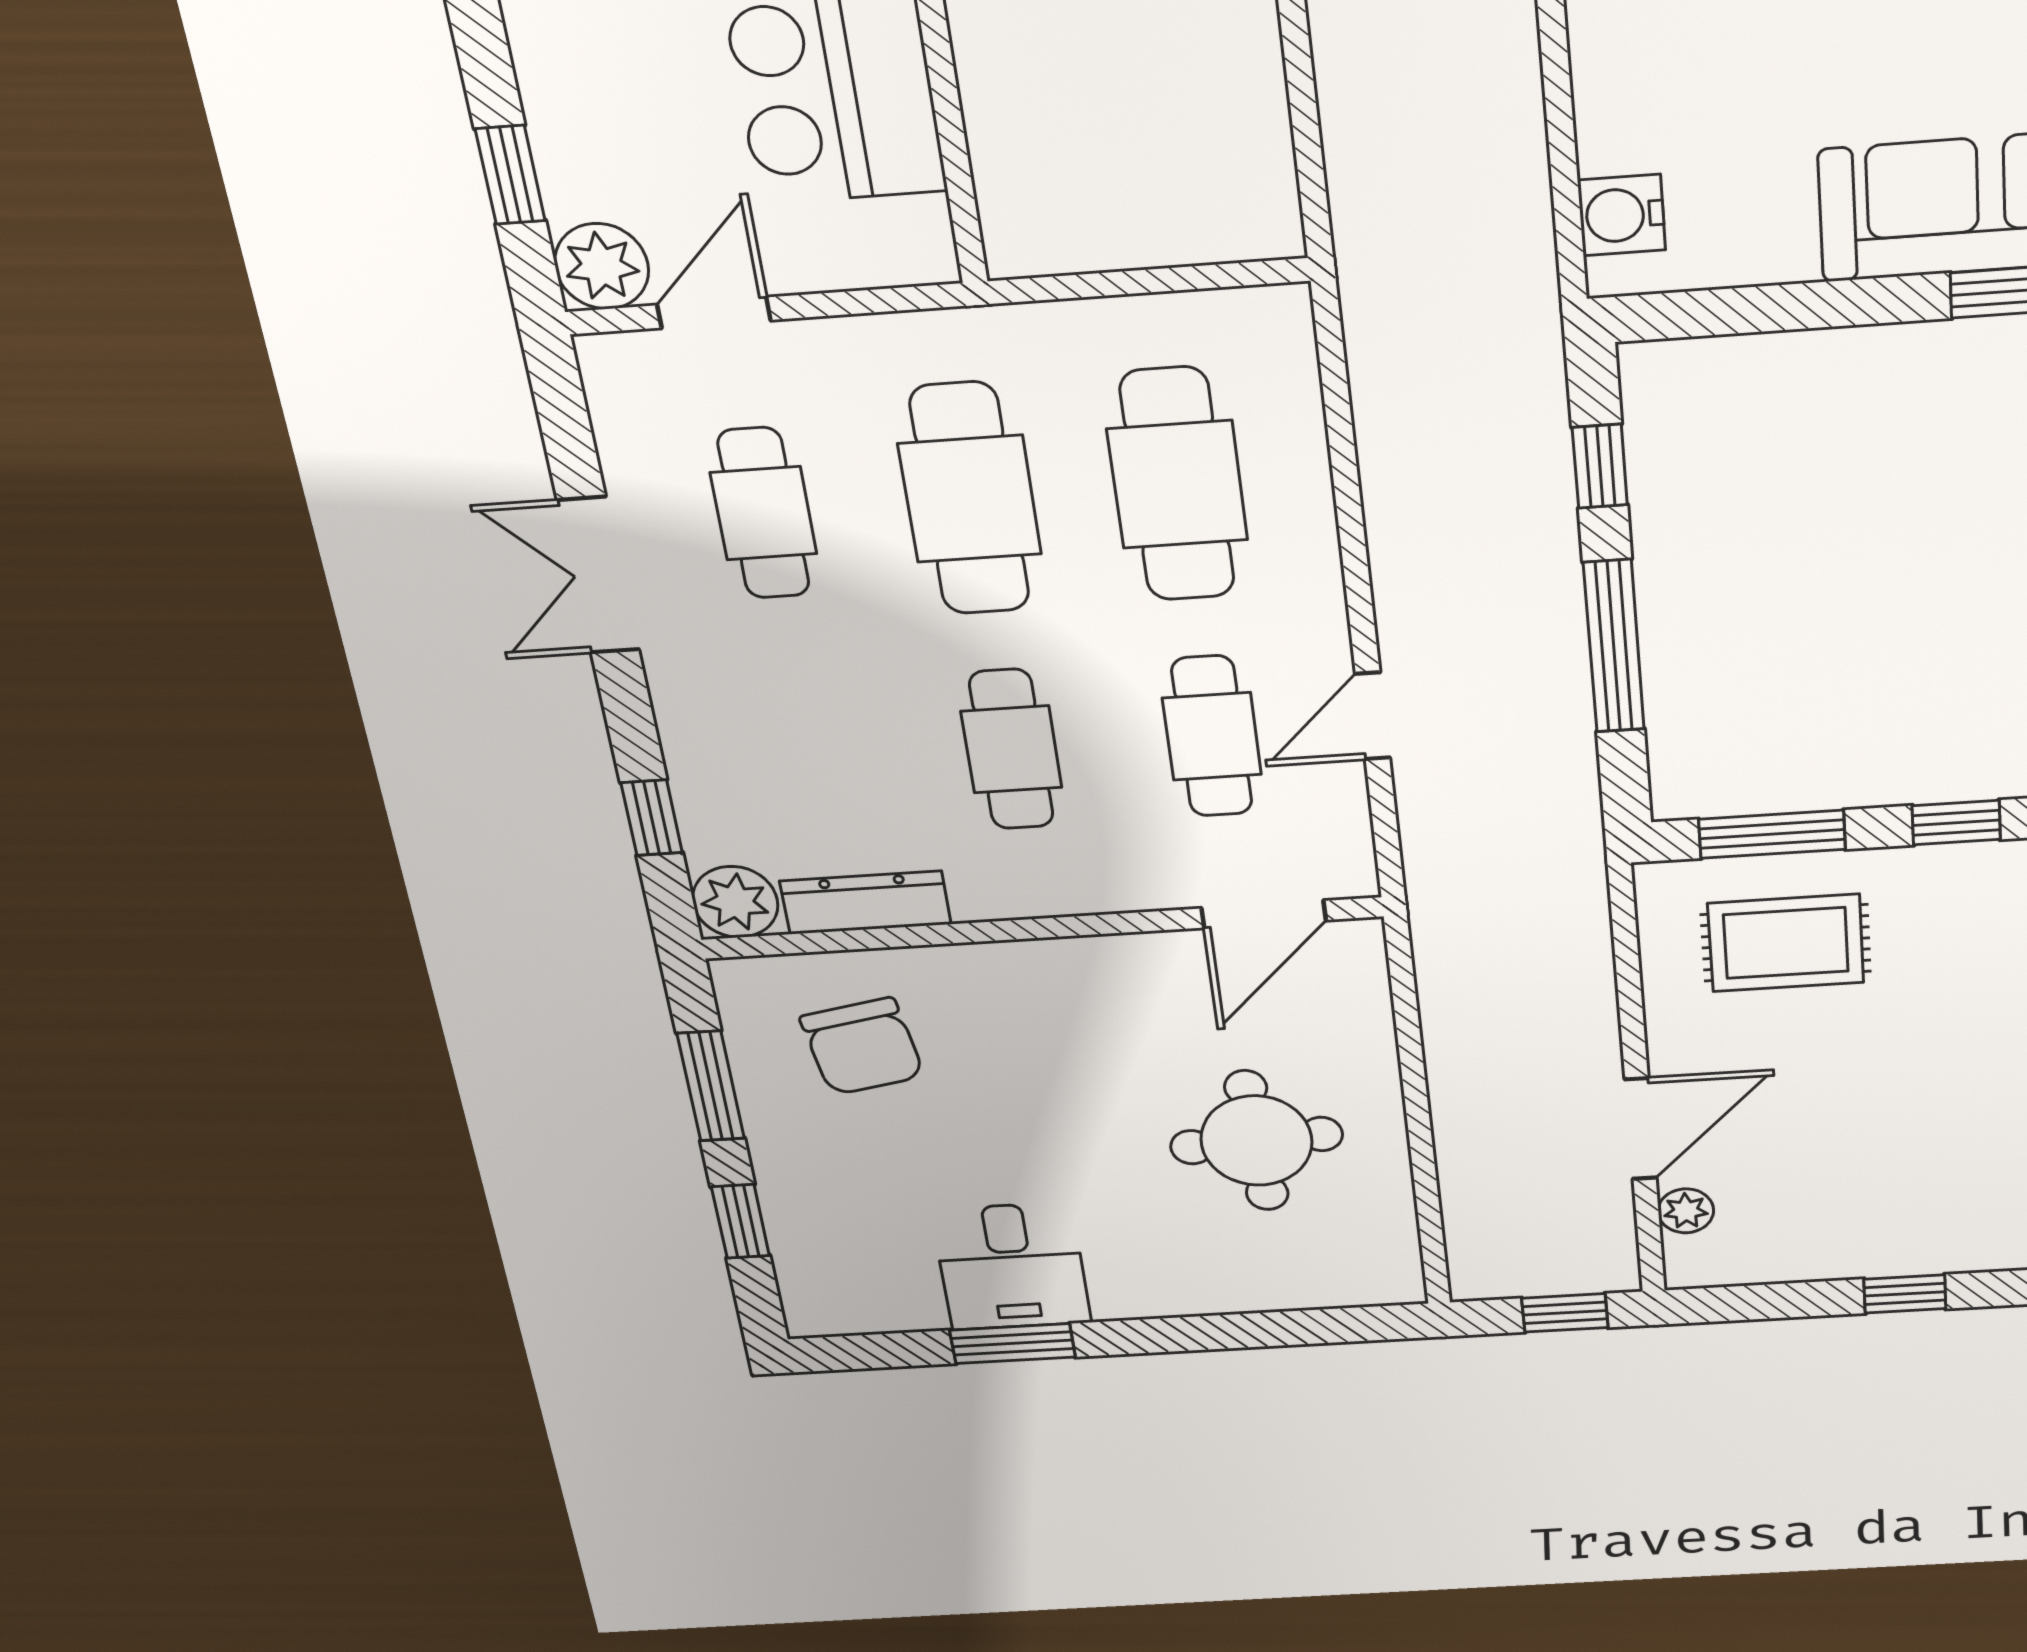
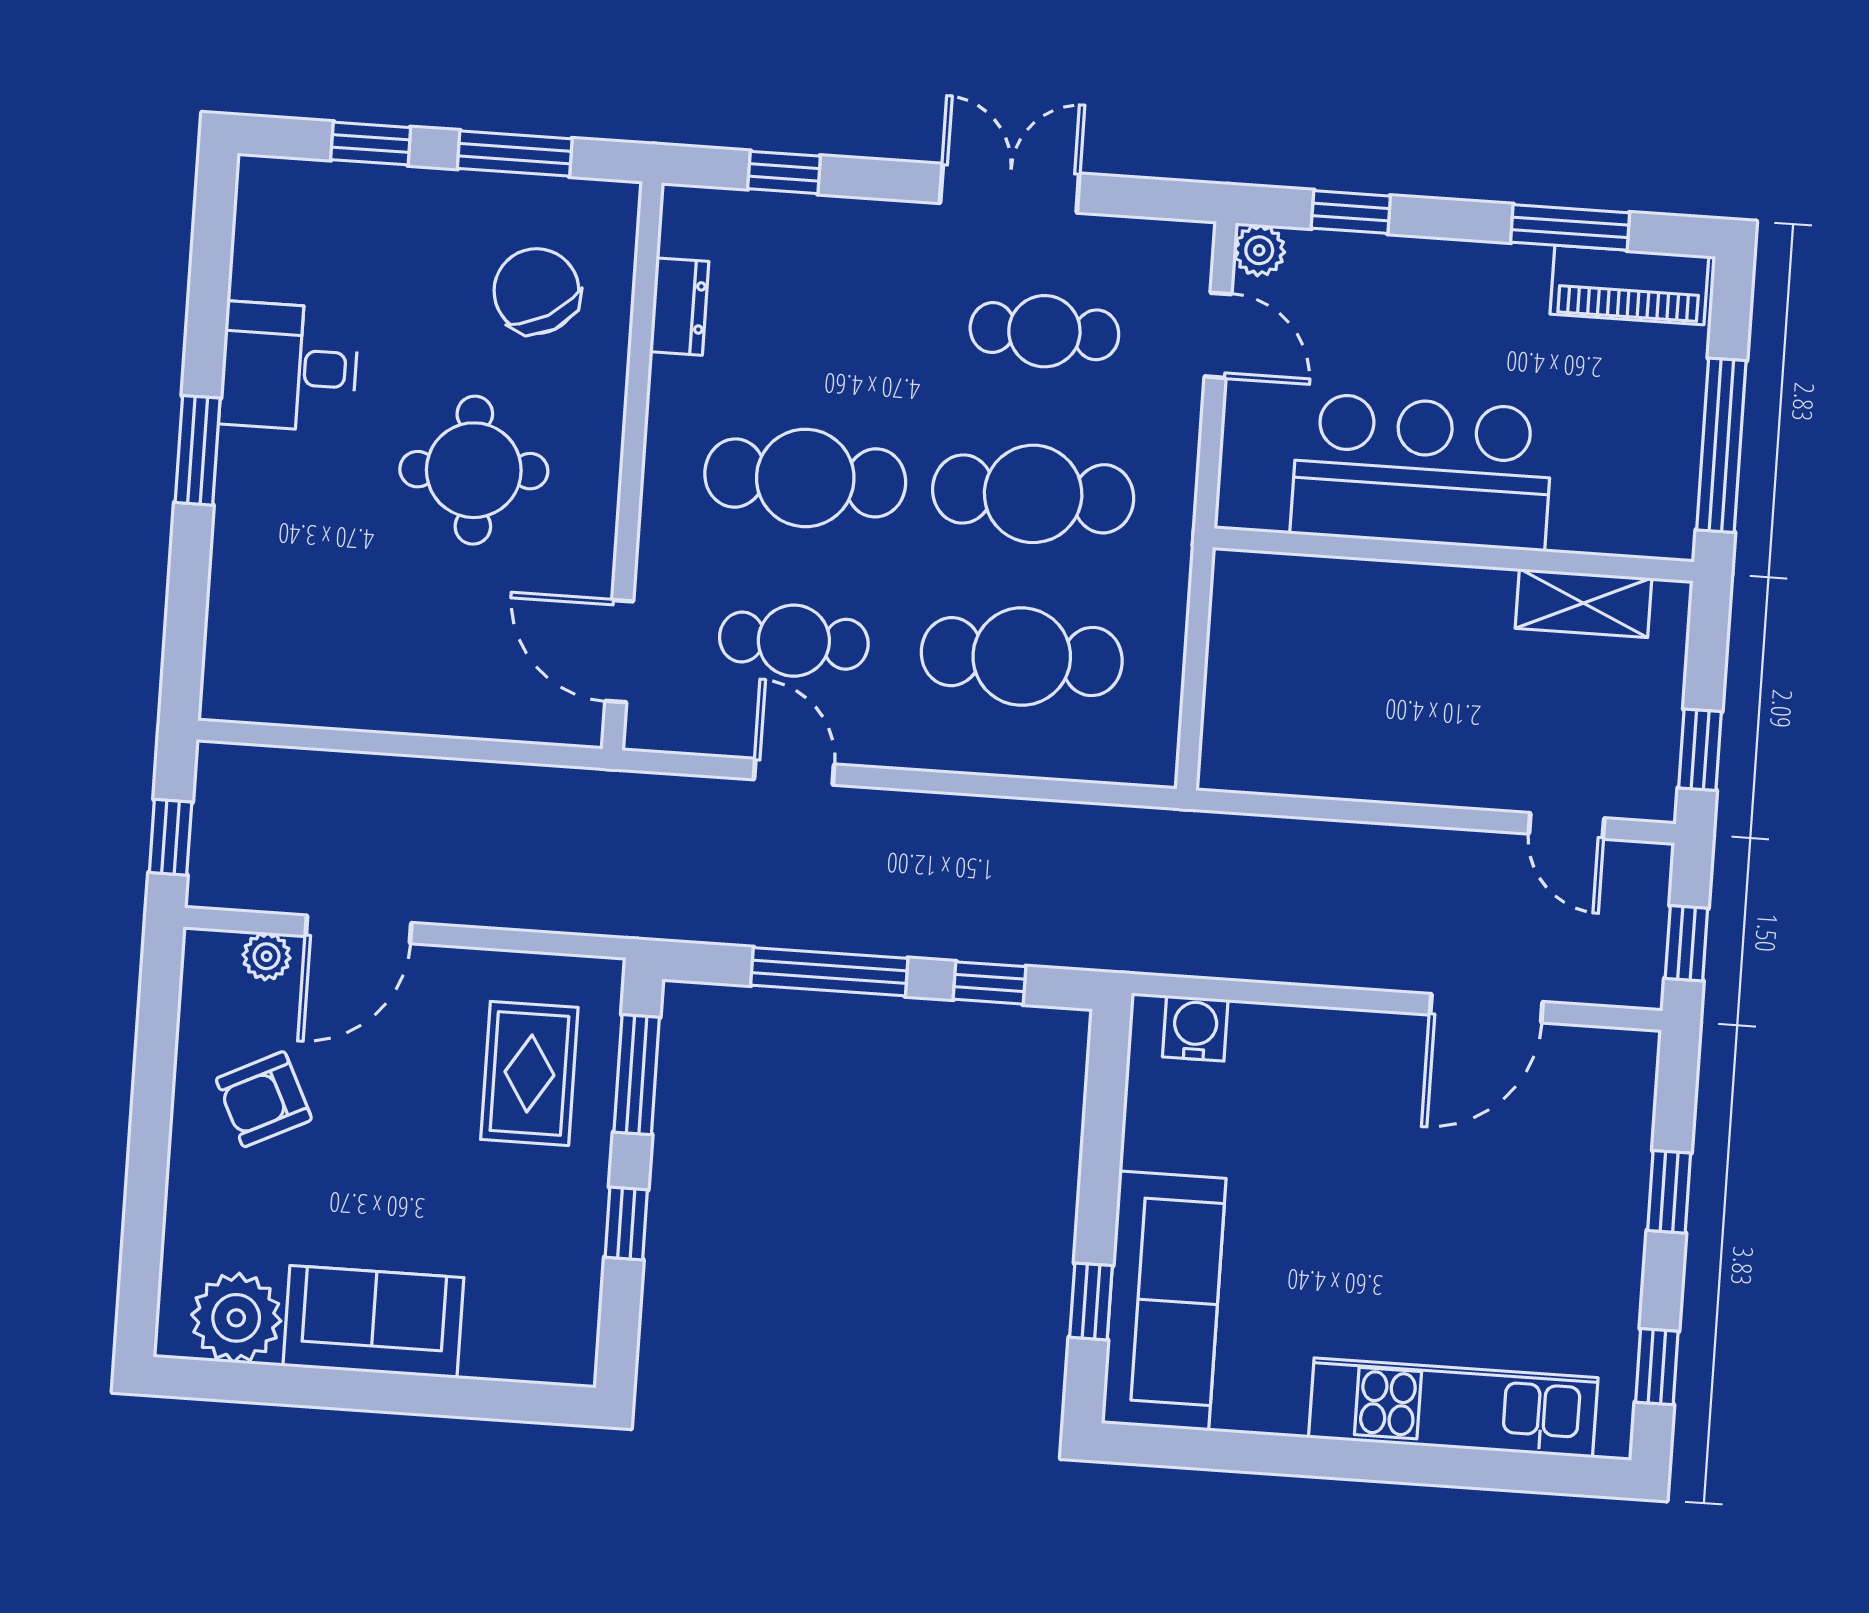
plant: (602, 266) -> (1259, 250), width x0.73, depth x0.73
cafe table: (1011, 749) -> (805, 478), width x1.37, depth x1.35
plant: (735, 902) -> (694, 220), removed
dresser: (865, 903) -> (679, 307), width x0.70
chair: (862, 1046) -> (536, 291), turned 70
door: (1641, 1129) -> (359, 929), hinge flipped
round table: (1256, 1141) -> (474, 470), moved
armchair: (1852, 1195) -> (264, 1099), added
window: (1905, 1294) -> (150, 1133), removed
window: (1013, 1344) -> (198, 450), moved

